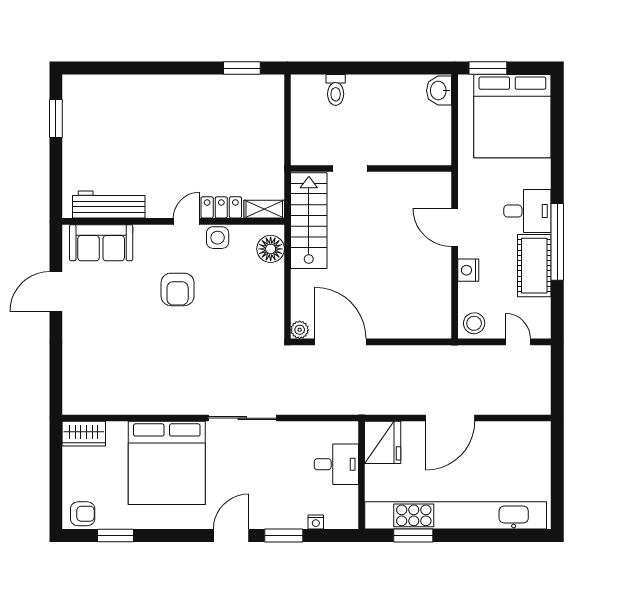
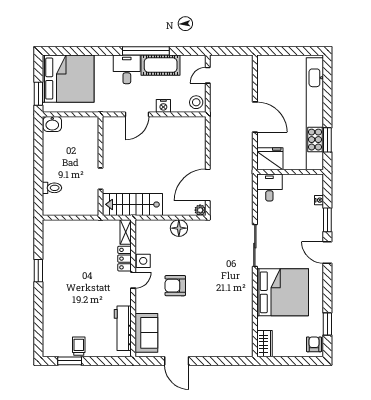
window: (242, 68) -> (38, 271), moved
trolley: (80, 133) -> (79, 346), added
door: (186, 221) -> (133, 280), swing flipped
floor lamp: (271, 249) -> (179, 228), moved
armchair: (178, 289) -> (175, 286), turned 180
desk: (336, 464) -> (269, 187), moved

